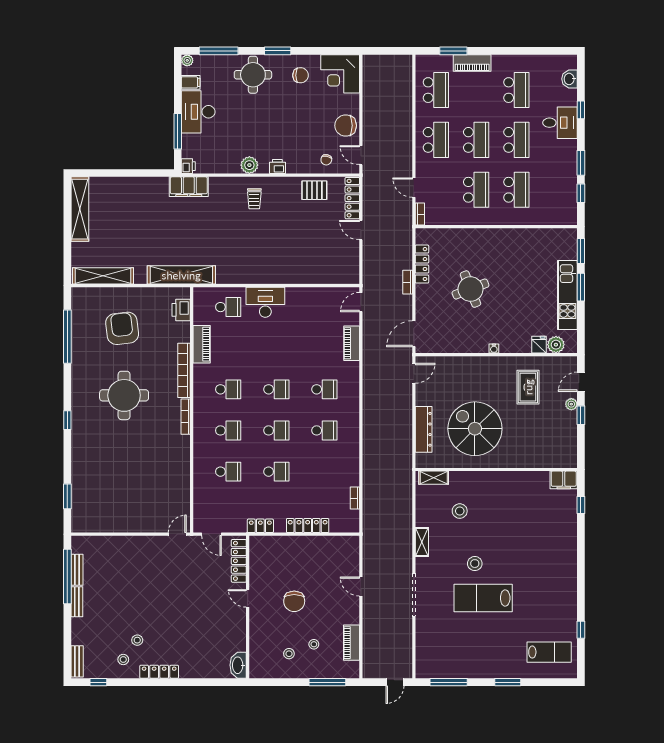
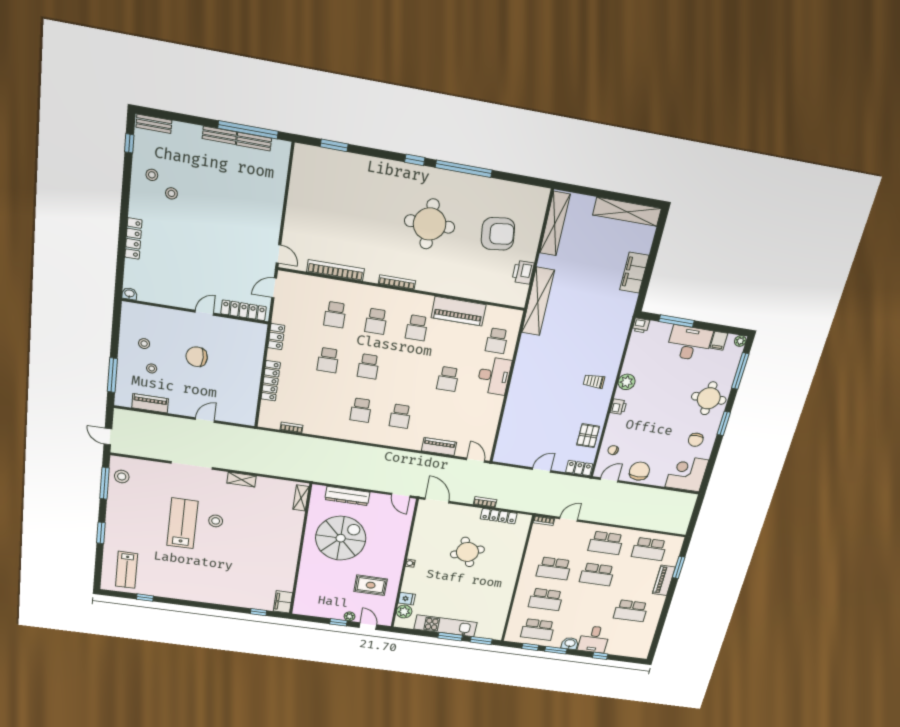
washbasin: (570, 79) -> (570, 643), moved
school desk: (516, 140) -> (538, 629), moved
filing cabinet: (189, 187) -> (634, 273), moved
locker: (352, 198) -> (579, 468), width x0.66
printer: (181, 310) -> (523, 272), moved, turned -90
window: (67, 337) -> (464, 169), moved
piano: (202, 344) -> (459, 311), width x1.37, depth x1.33
bookcase: (184, 370) -> (336, 270), moved
school desk: (276, 389) -> (448, 379), moved
stool: (460, 511) -> (122, 476), moved
washbasin: (238, 665) -> (129, 294), width x0.52, depth x0.69
locker: (159, 672) -> (133, 239), moved

